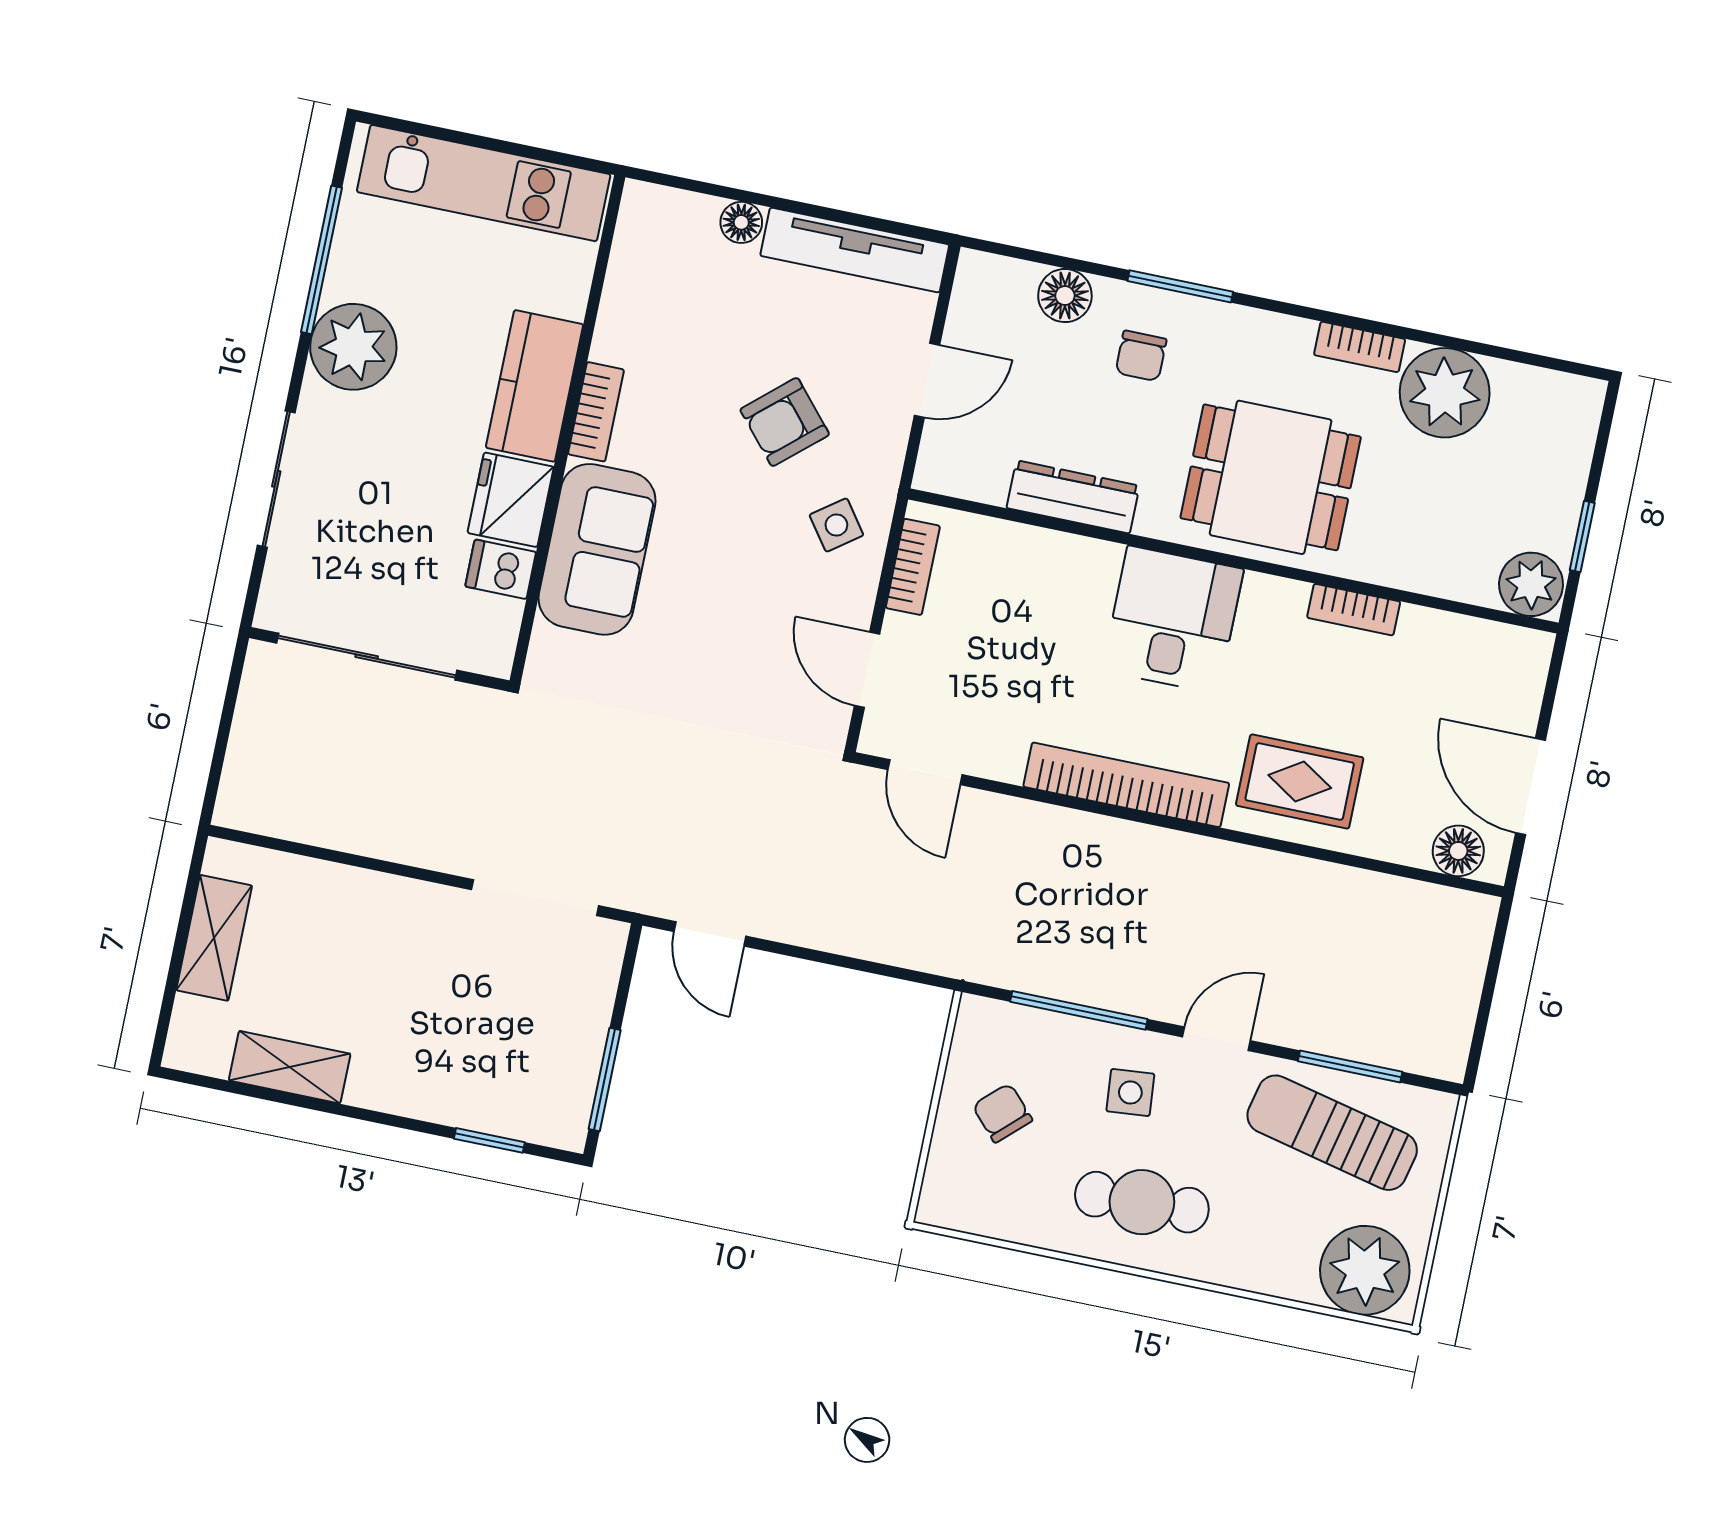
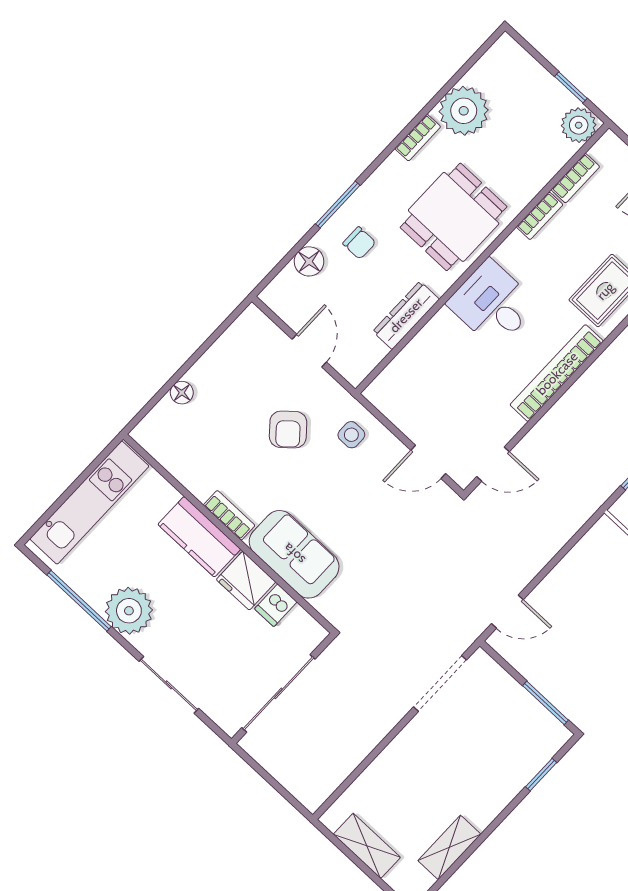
tv unit: (855, 250) -> (227, 347), removed
side table: (836, 525) -> (351, 435), turned 36
bookcase: (913, 567) -> (575, 178), moved, turned 90

